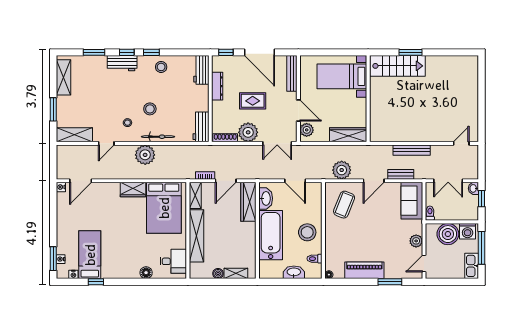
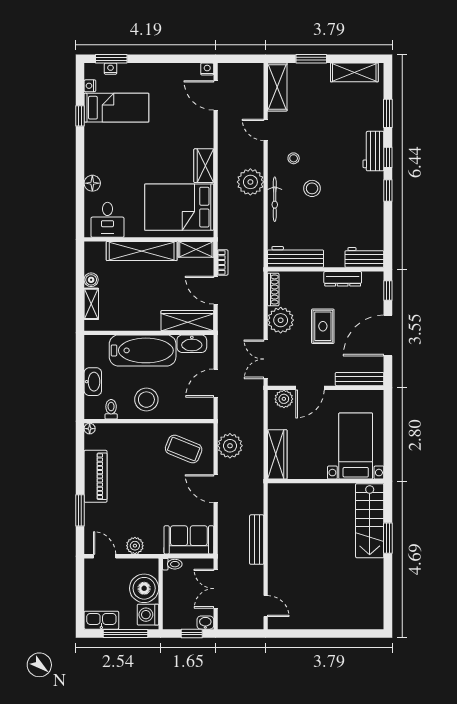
stool: (161, 67) -> (368, 203), removed
workbench: (201, 127) -> (296, 257), width x1.38
bench: (401, 174) -> (224, 525), removed

